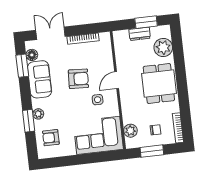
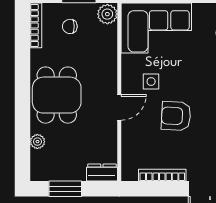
dresser: (140, 34) -> (102, 173), moved
plant: (163, 47) -> (37, 142), width x0.53, depth x0.53
plant: (130, 131) -> (107, 14), moved

